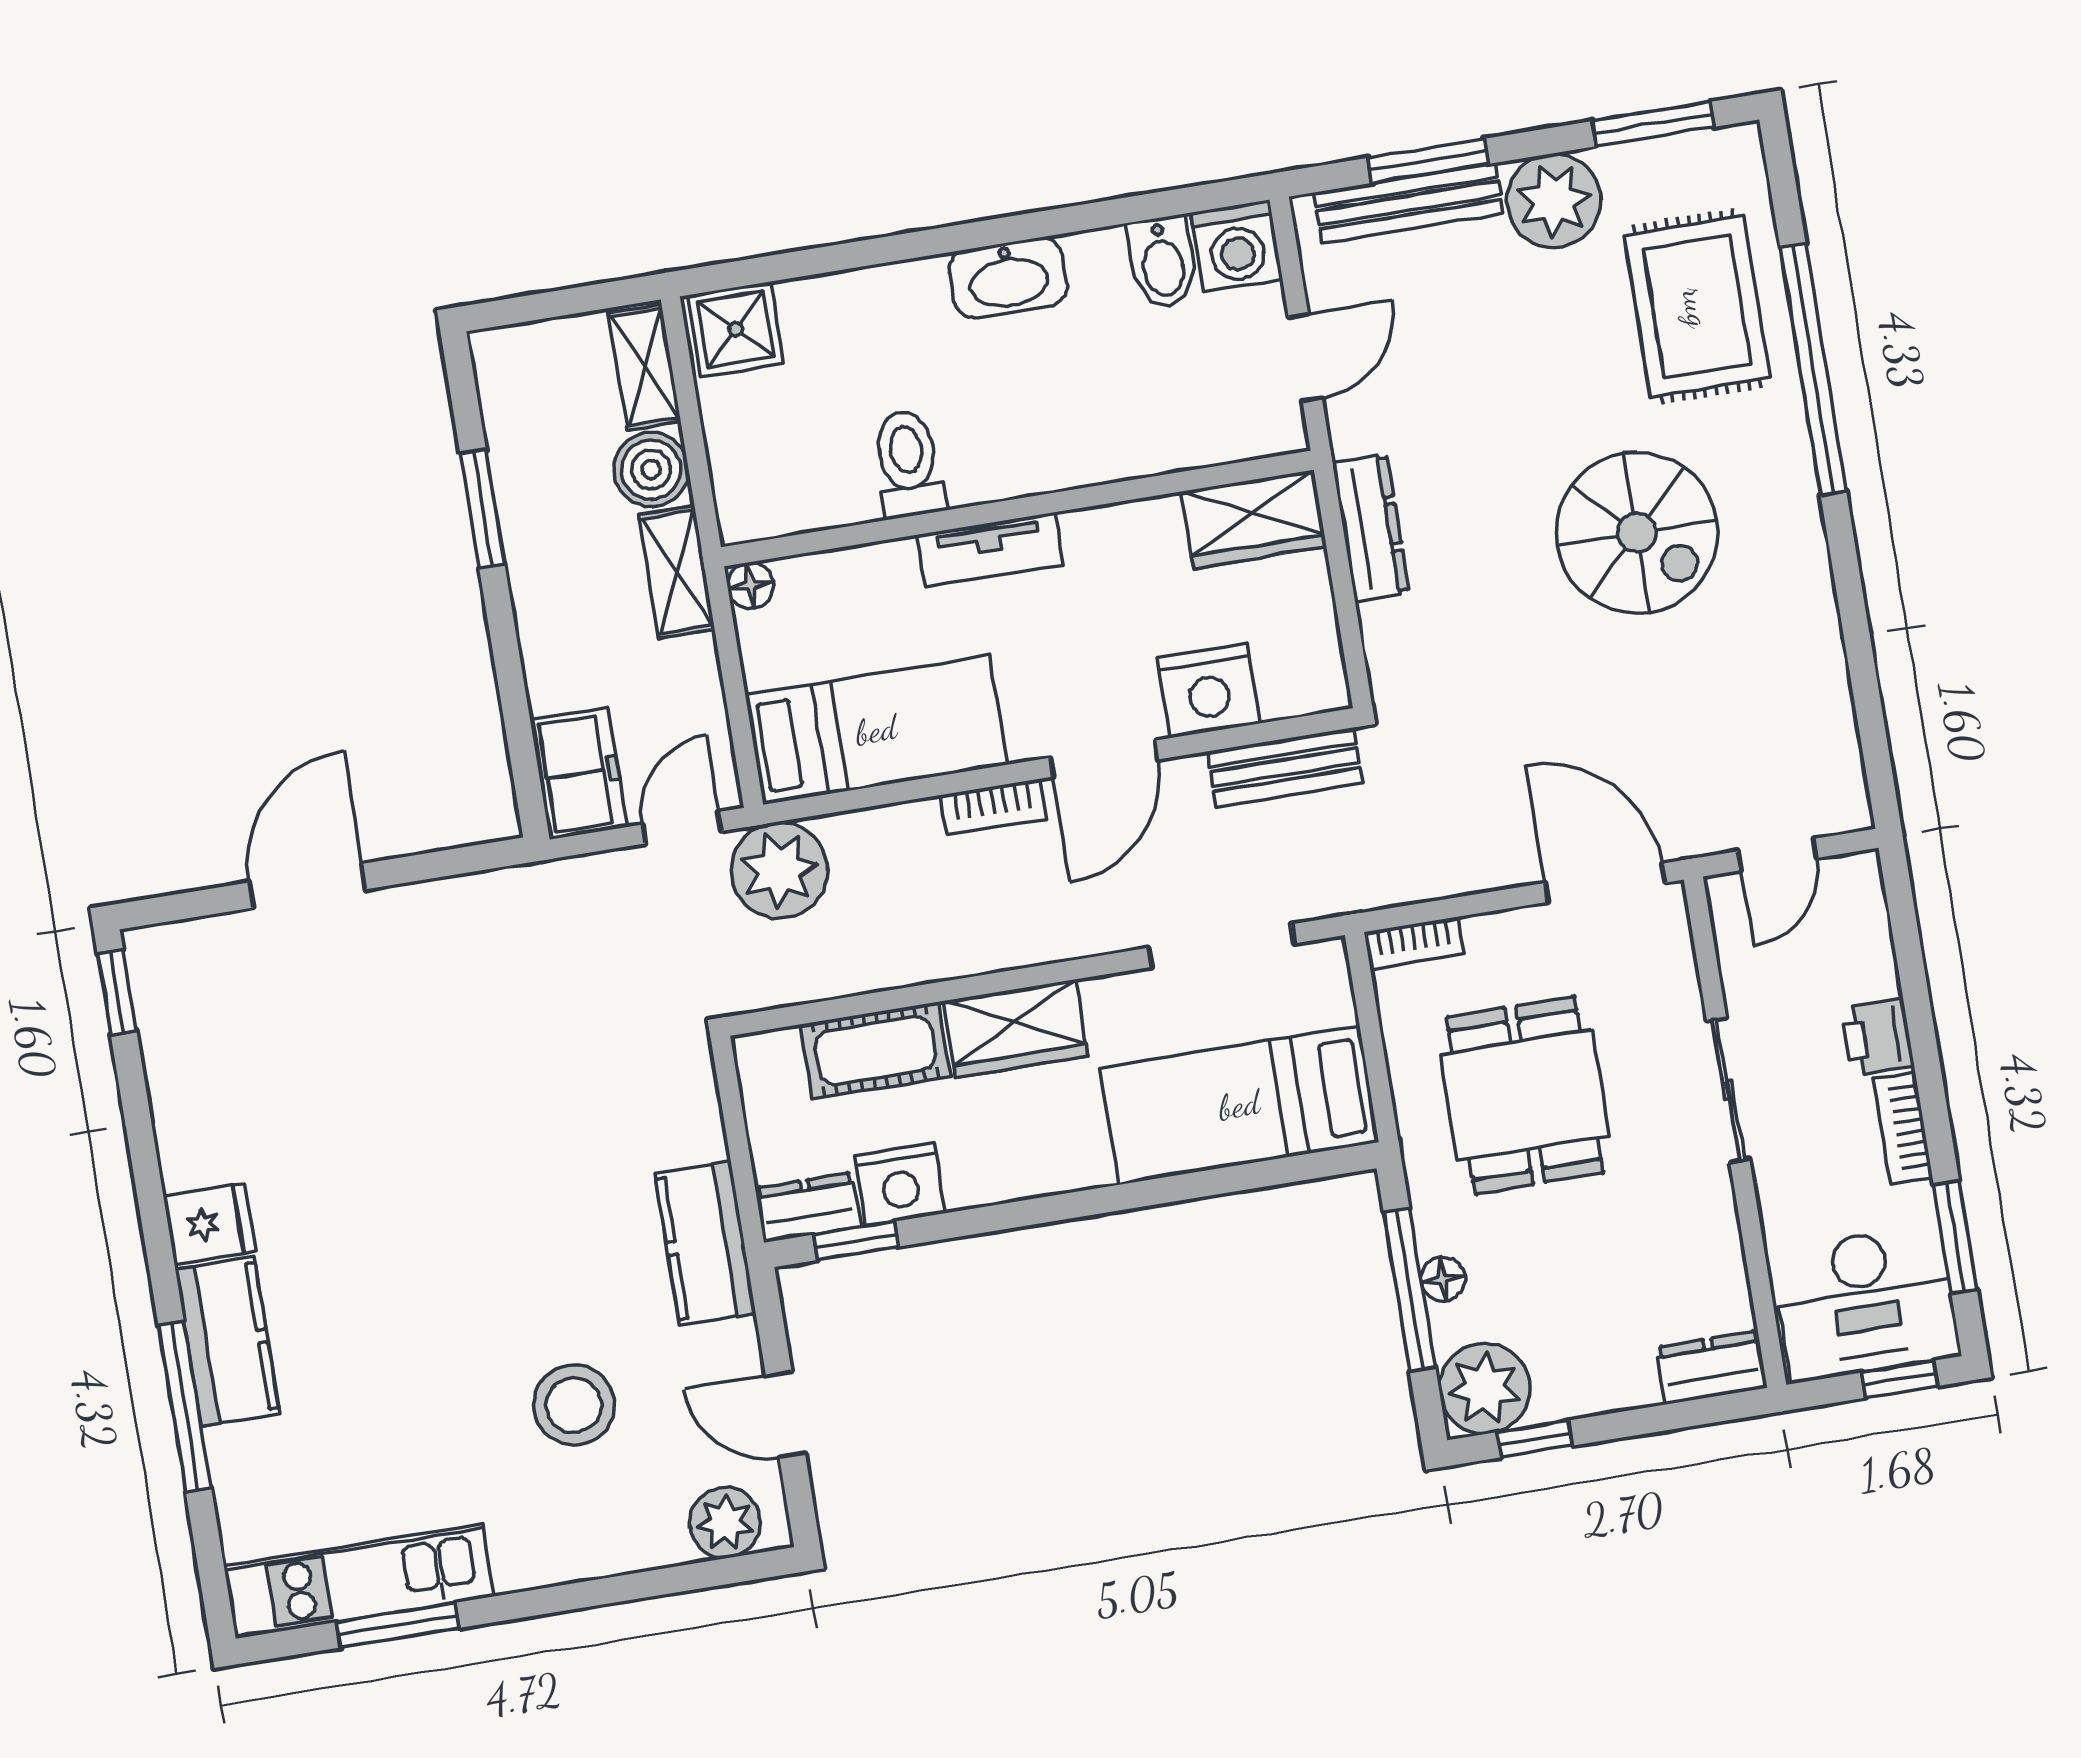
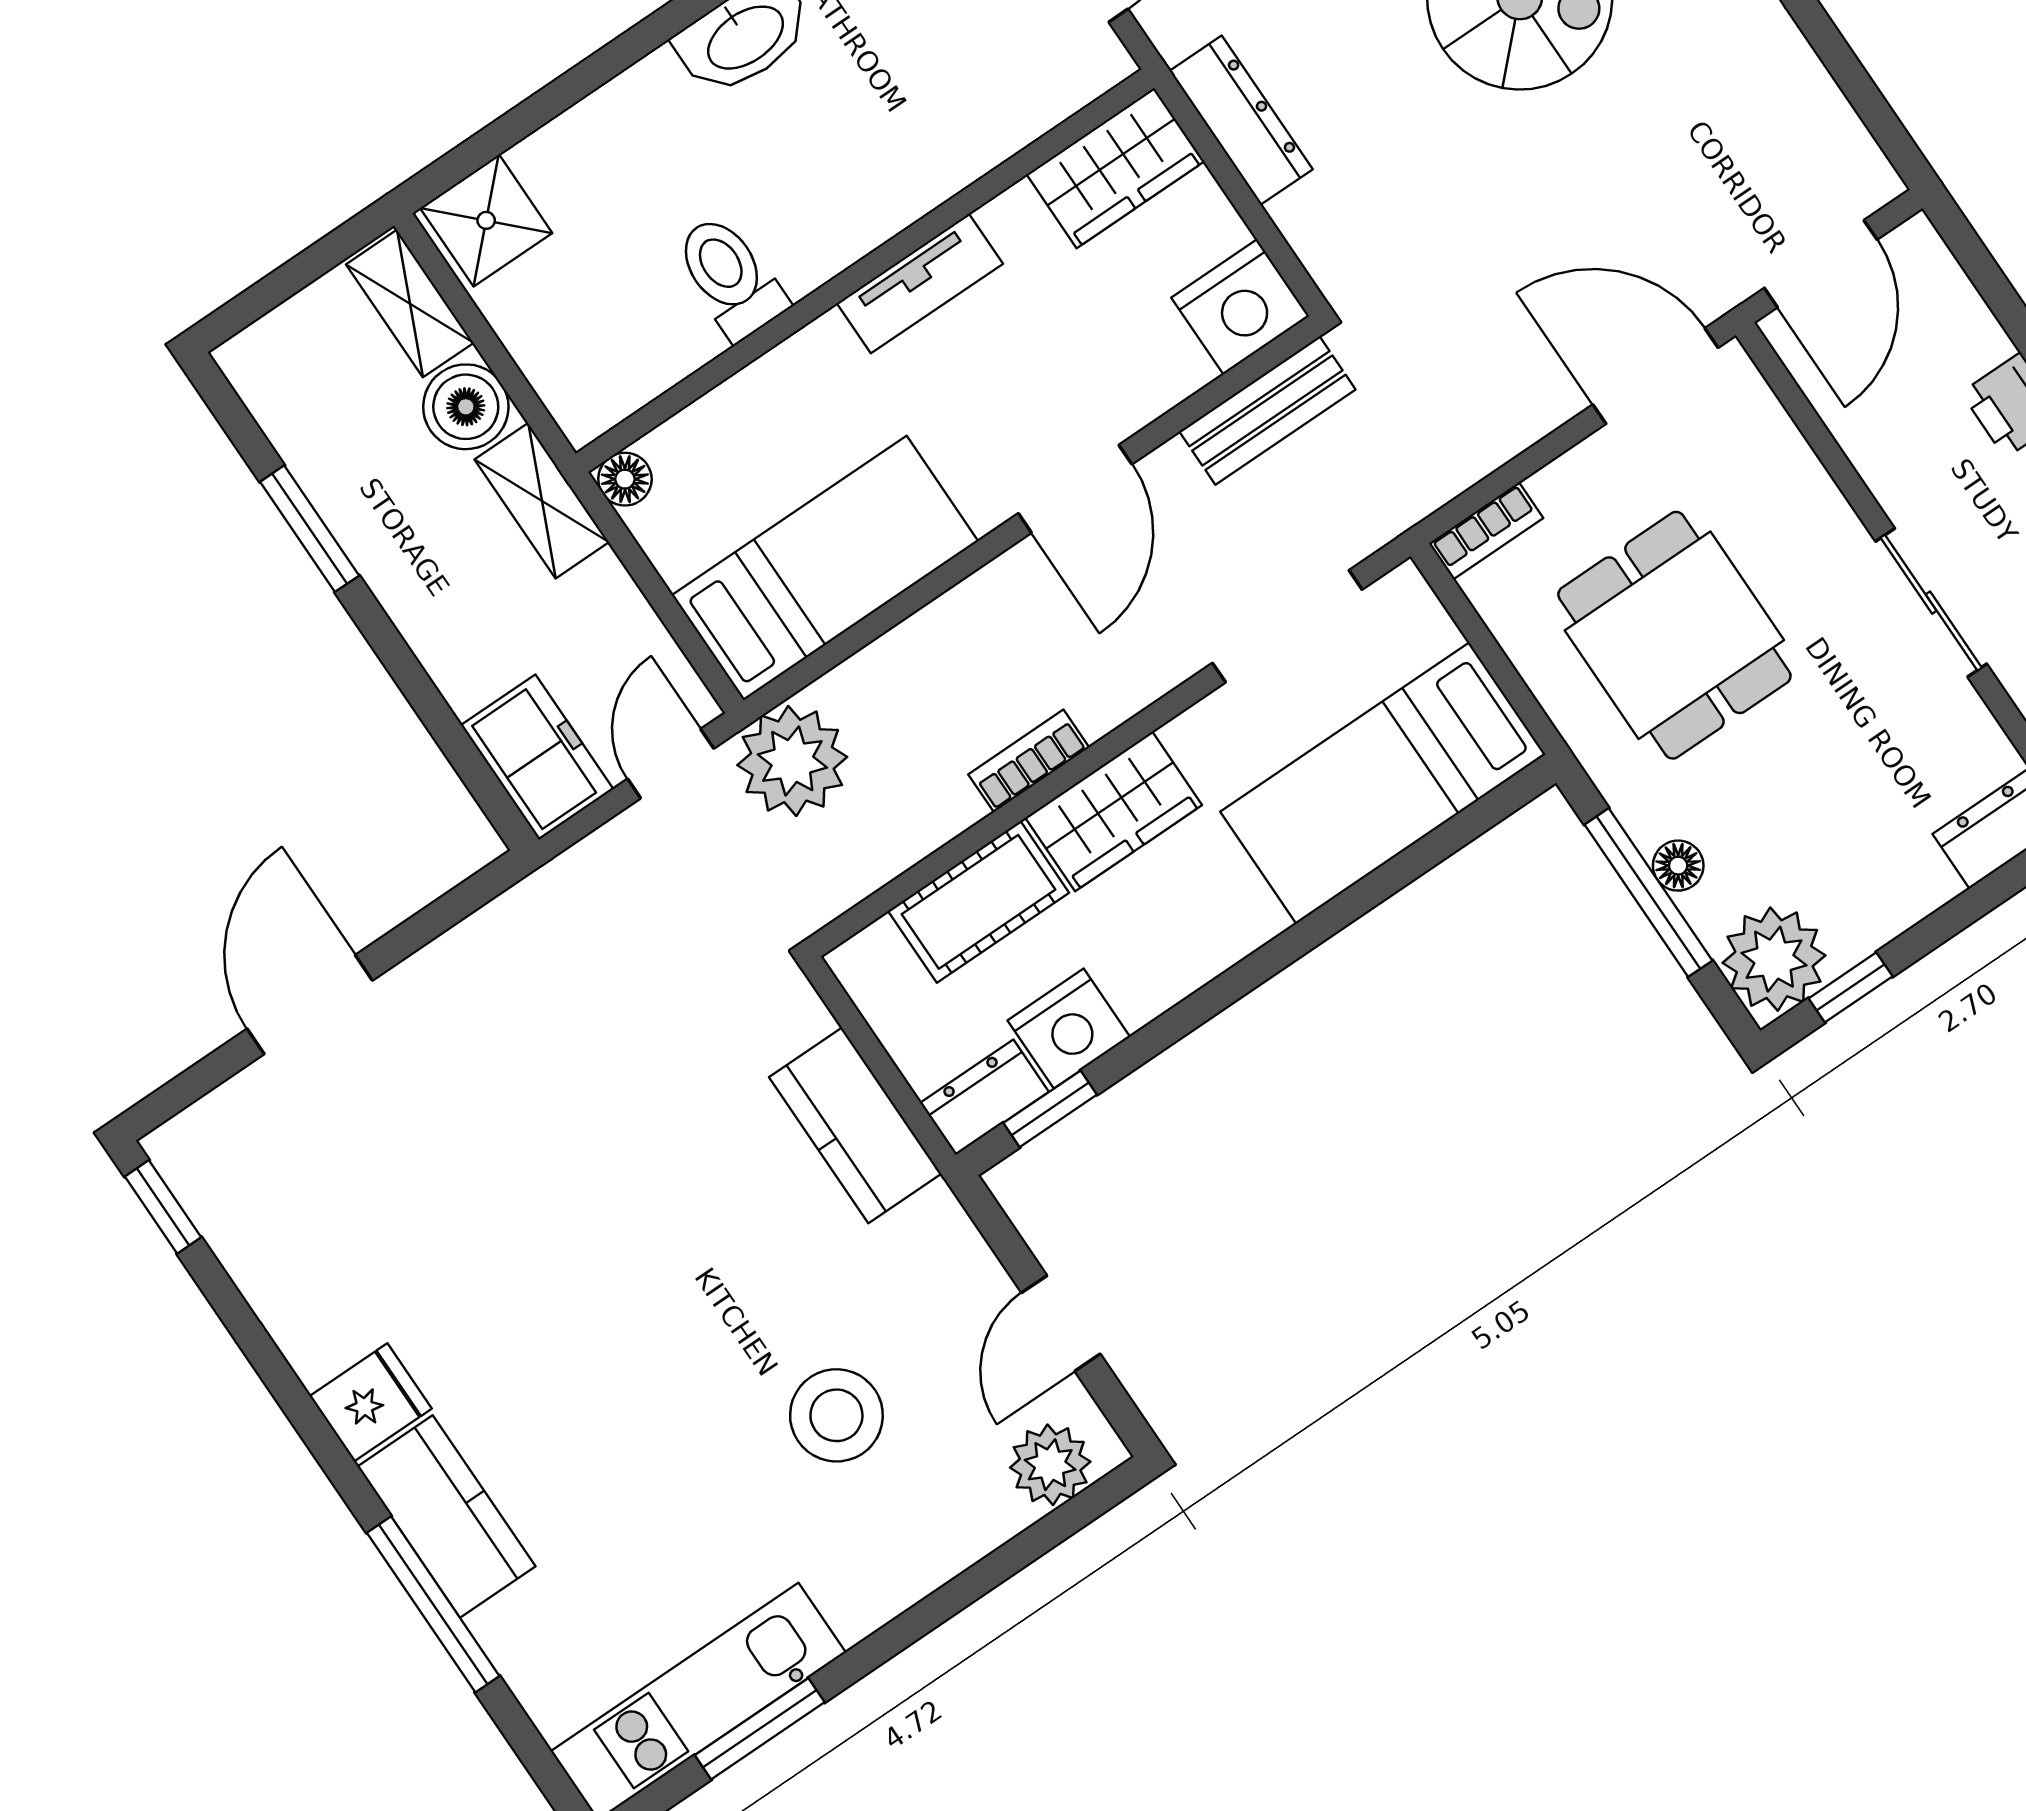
tv unit: (990, 550) -> (920, 283), moved
nightstand: (1208, 690) -> (1240, 307), moved
bookcase: (993, 807) -> (1029, 761), moved, turned 180
door: (1777, 855) -> (1821, 264), width x1.38
sliding door: (1728, 1090) -> (1931, 603), moved
kitchen counter: (705, 1243) -> (855, 1125), moved
door: (785, 1415) -> (1061, 1323), hinge flipped

